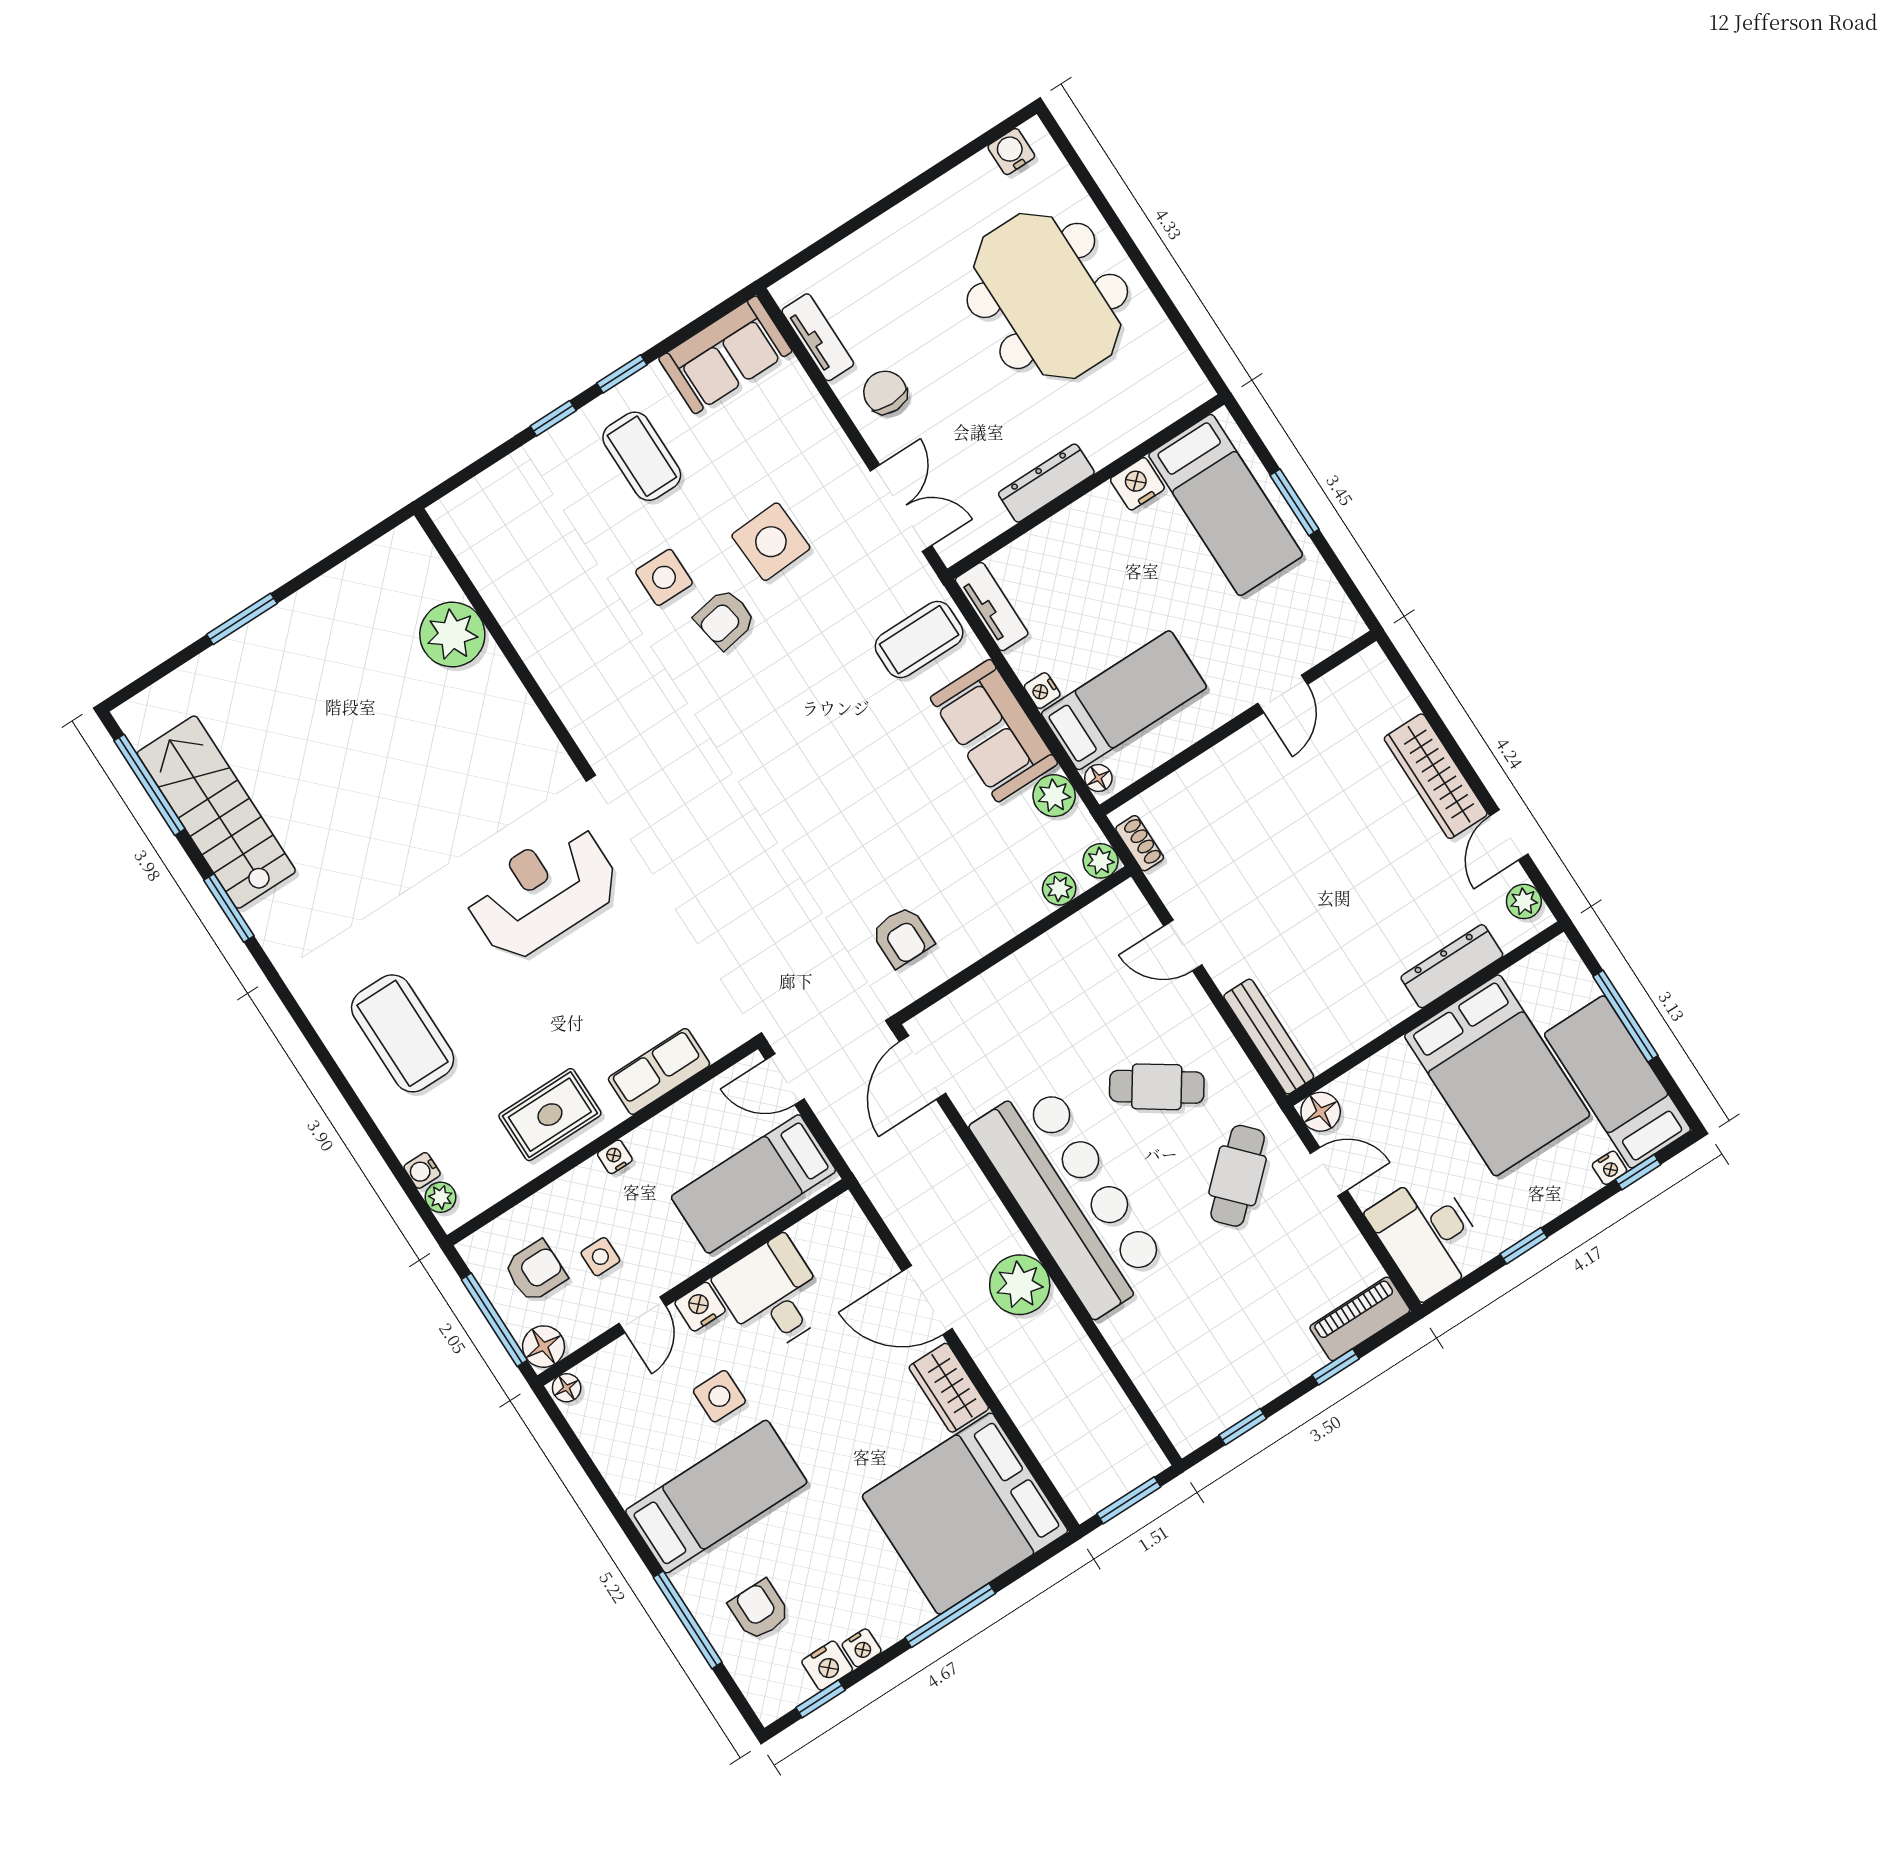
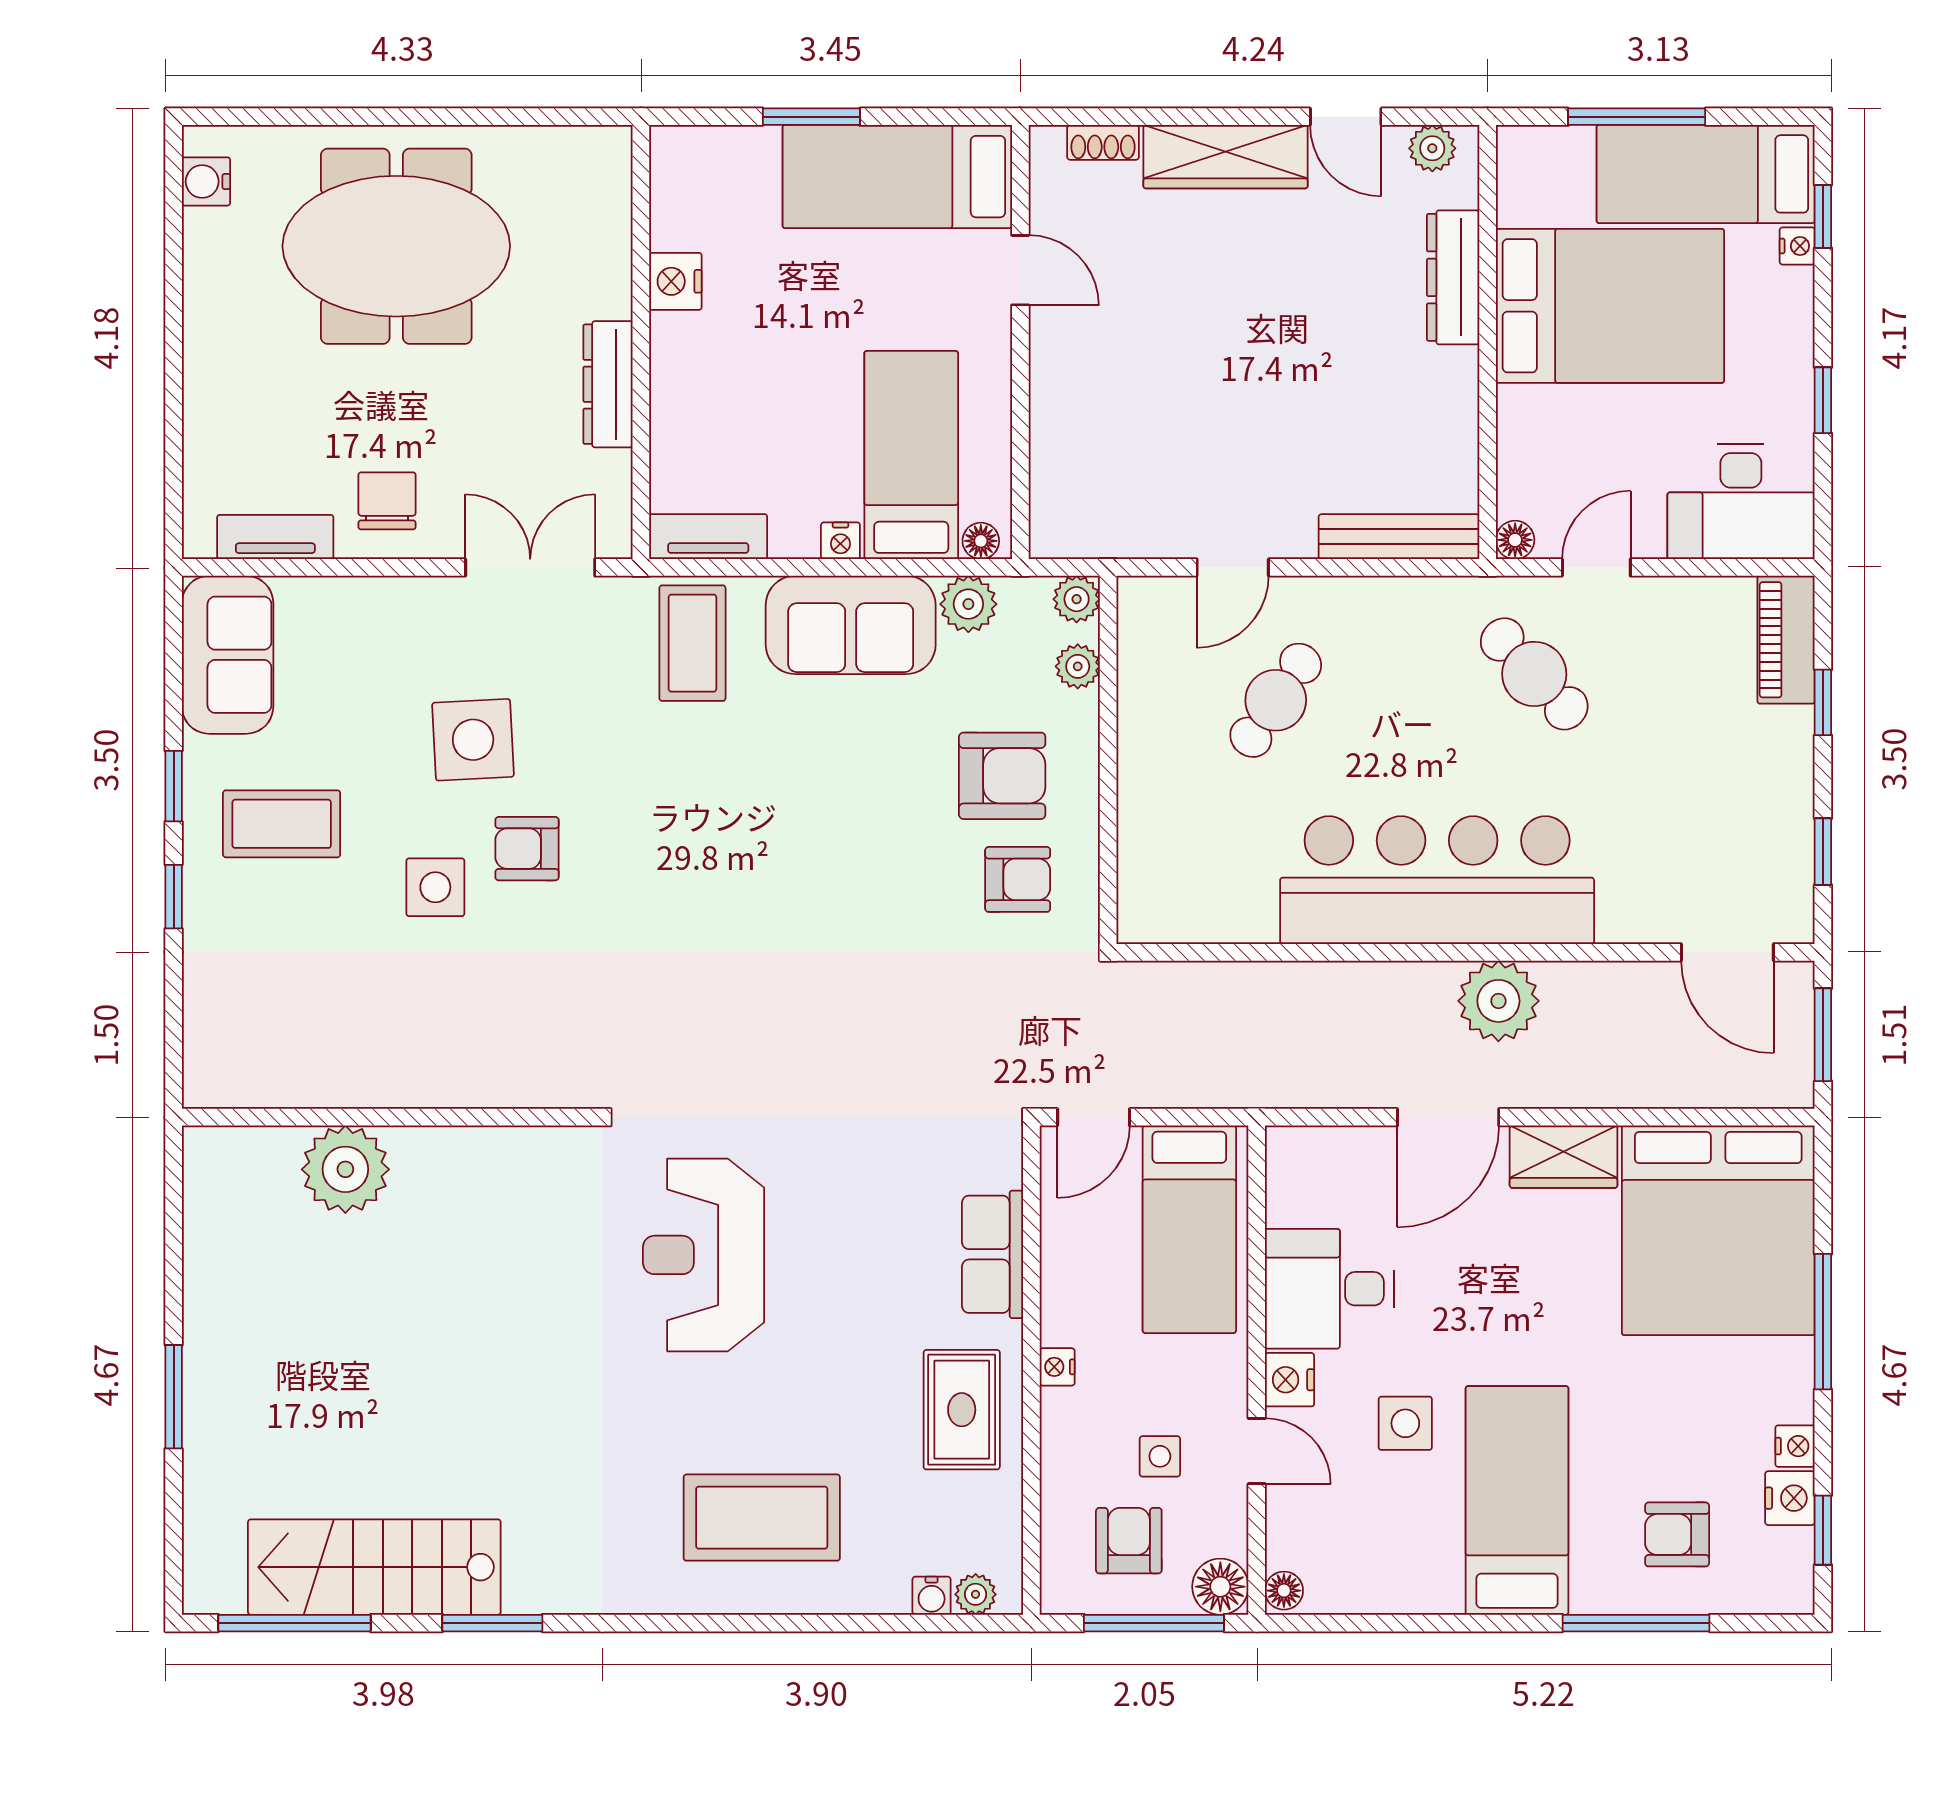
chair: (885, 392) -> (387, 501), turned 90
bed: (1226, 505) -> (897, 177), moved, turned 180
armchair: (725, 619) -> (527, 849), turned 100
shoe rack: (1140, 843) -> (1103, 142), moved, turned 180
armchair: (961, 885) -> (1002, 776), added
door: (923, 1067) -> (1727, 952), moved
cafe table: (1157, 1087) -> (1276, 700), moved
floor lamp: (1321, 1112) -> (1515, 540), width x0.73, depth x0.73

